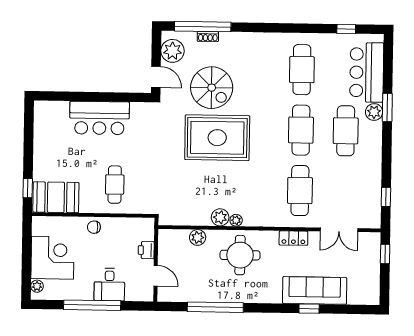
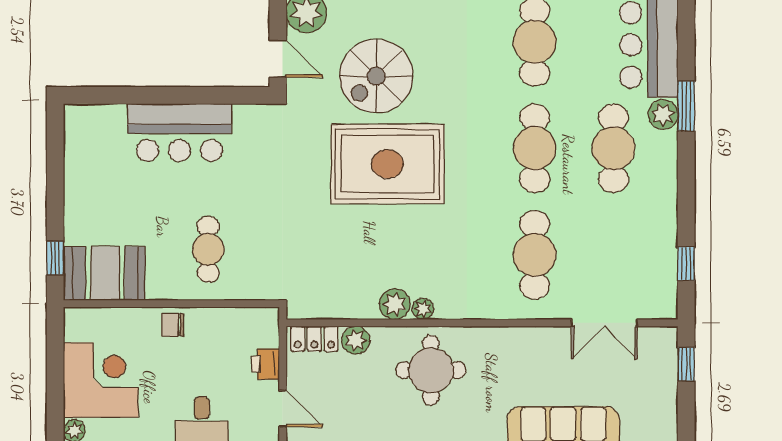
spiral stairs: (212, 88) -> (376, 76), turned 90
locker: (293, 238) -> (314, 339), moved

